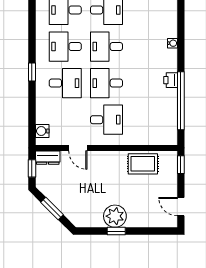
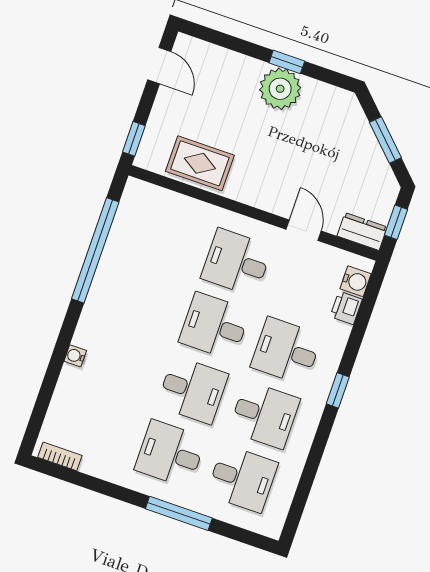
printer: (171, 80) -> (346, 308), moved, turned 180
desk: (106, 83) -> (215, 326), turned 180

